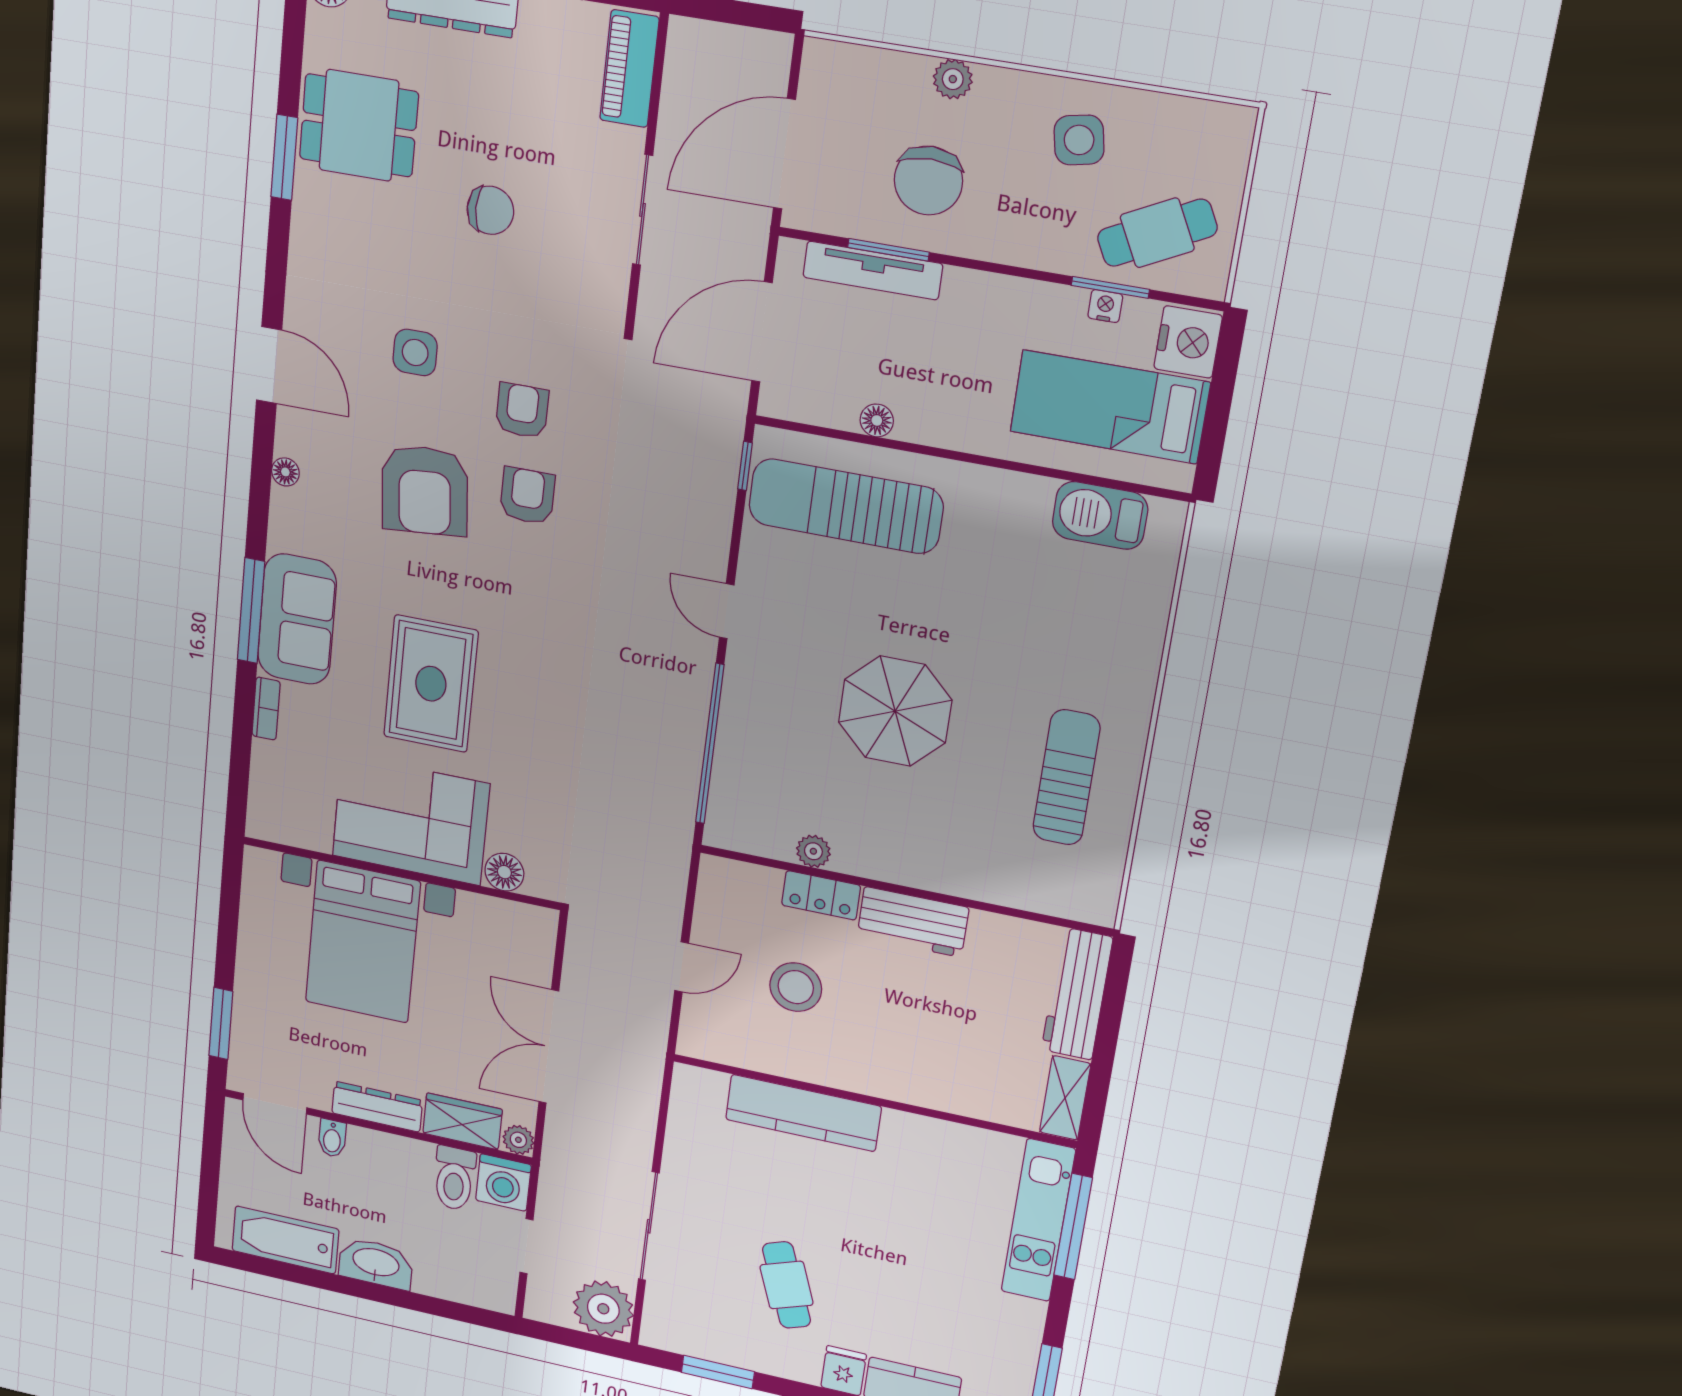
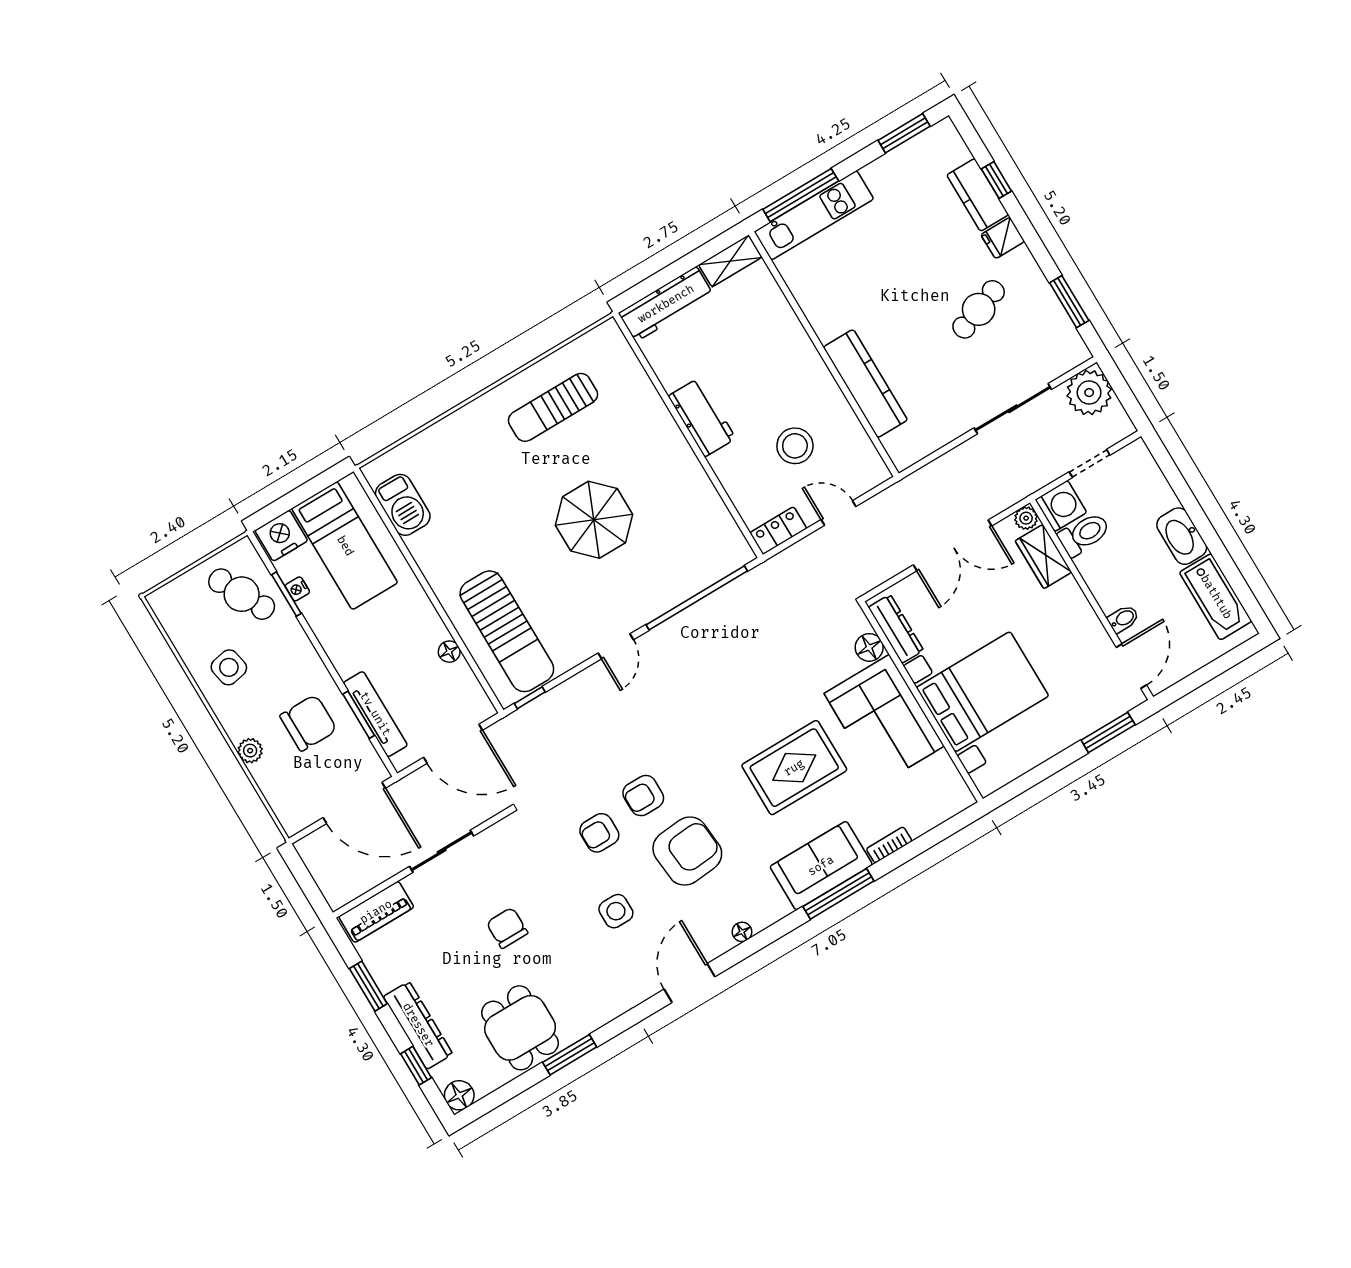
plant: (813, 851) -> (709, 498), removed
locker: (821, 895) -> (778, 531), moved, turned -90
dresser: (377, 1107) -> (896, 629), moved, turned 180

